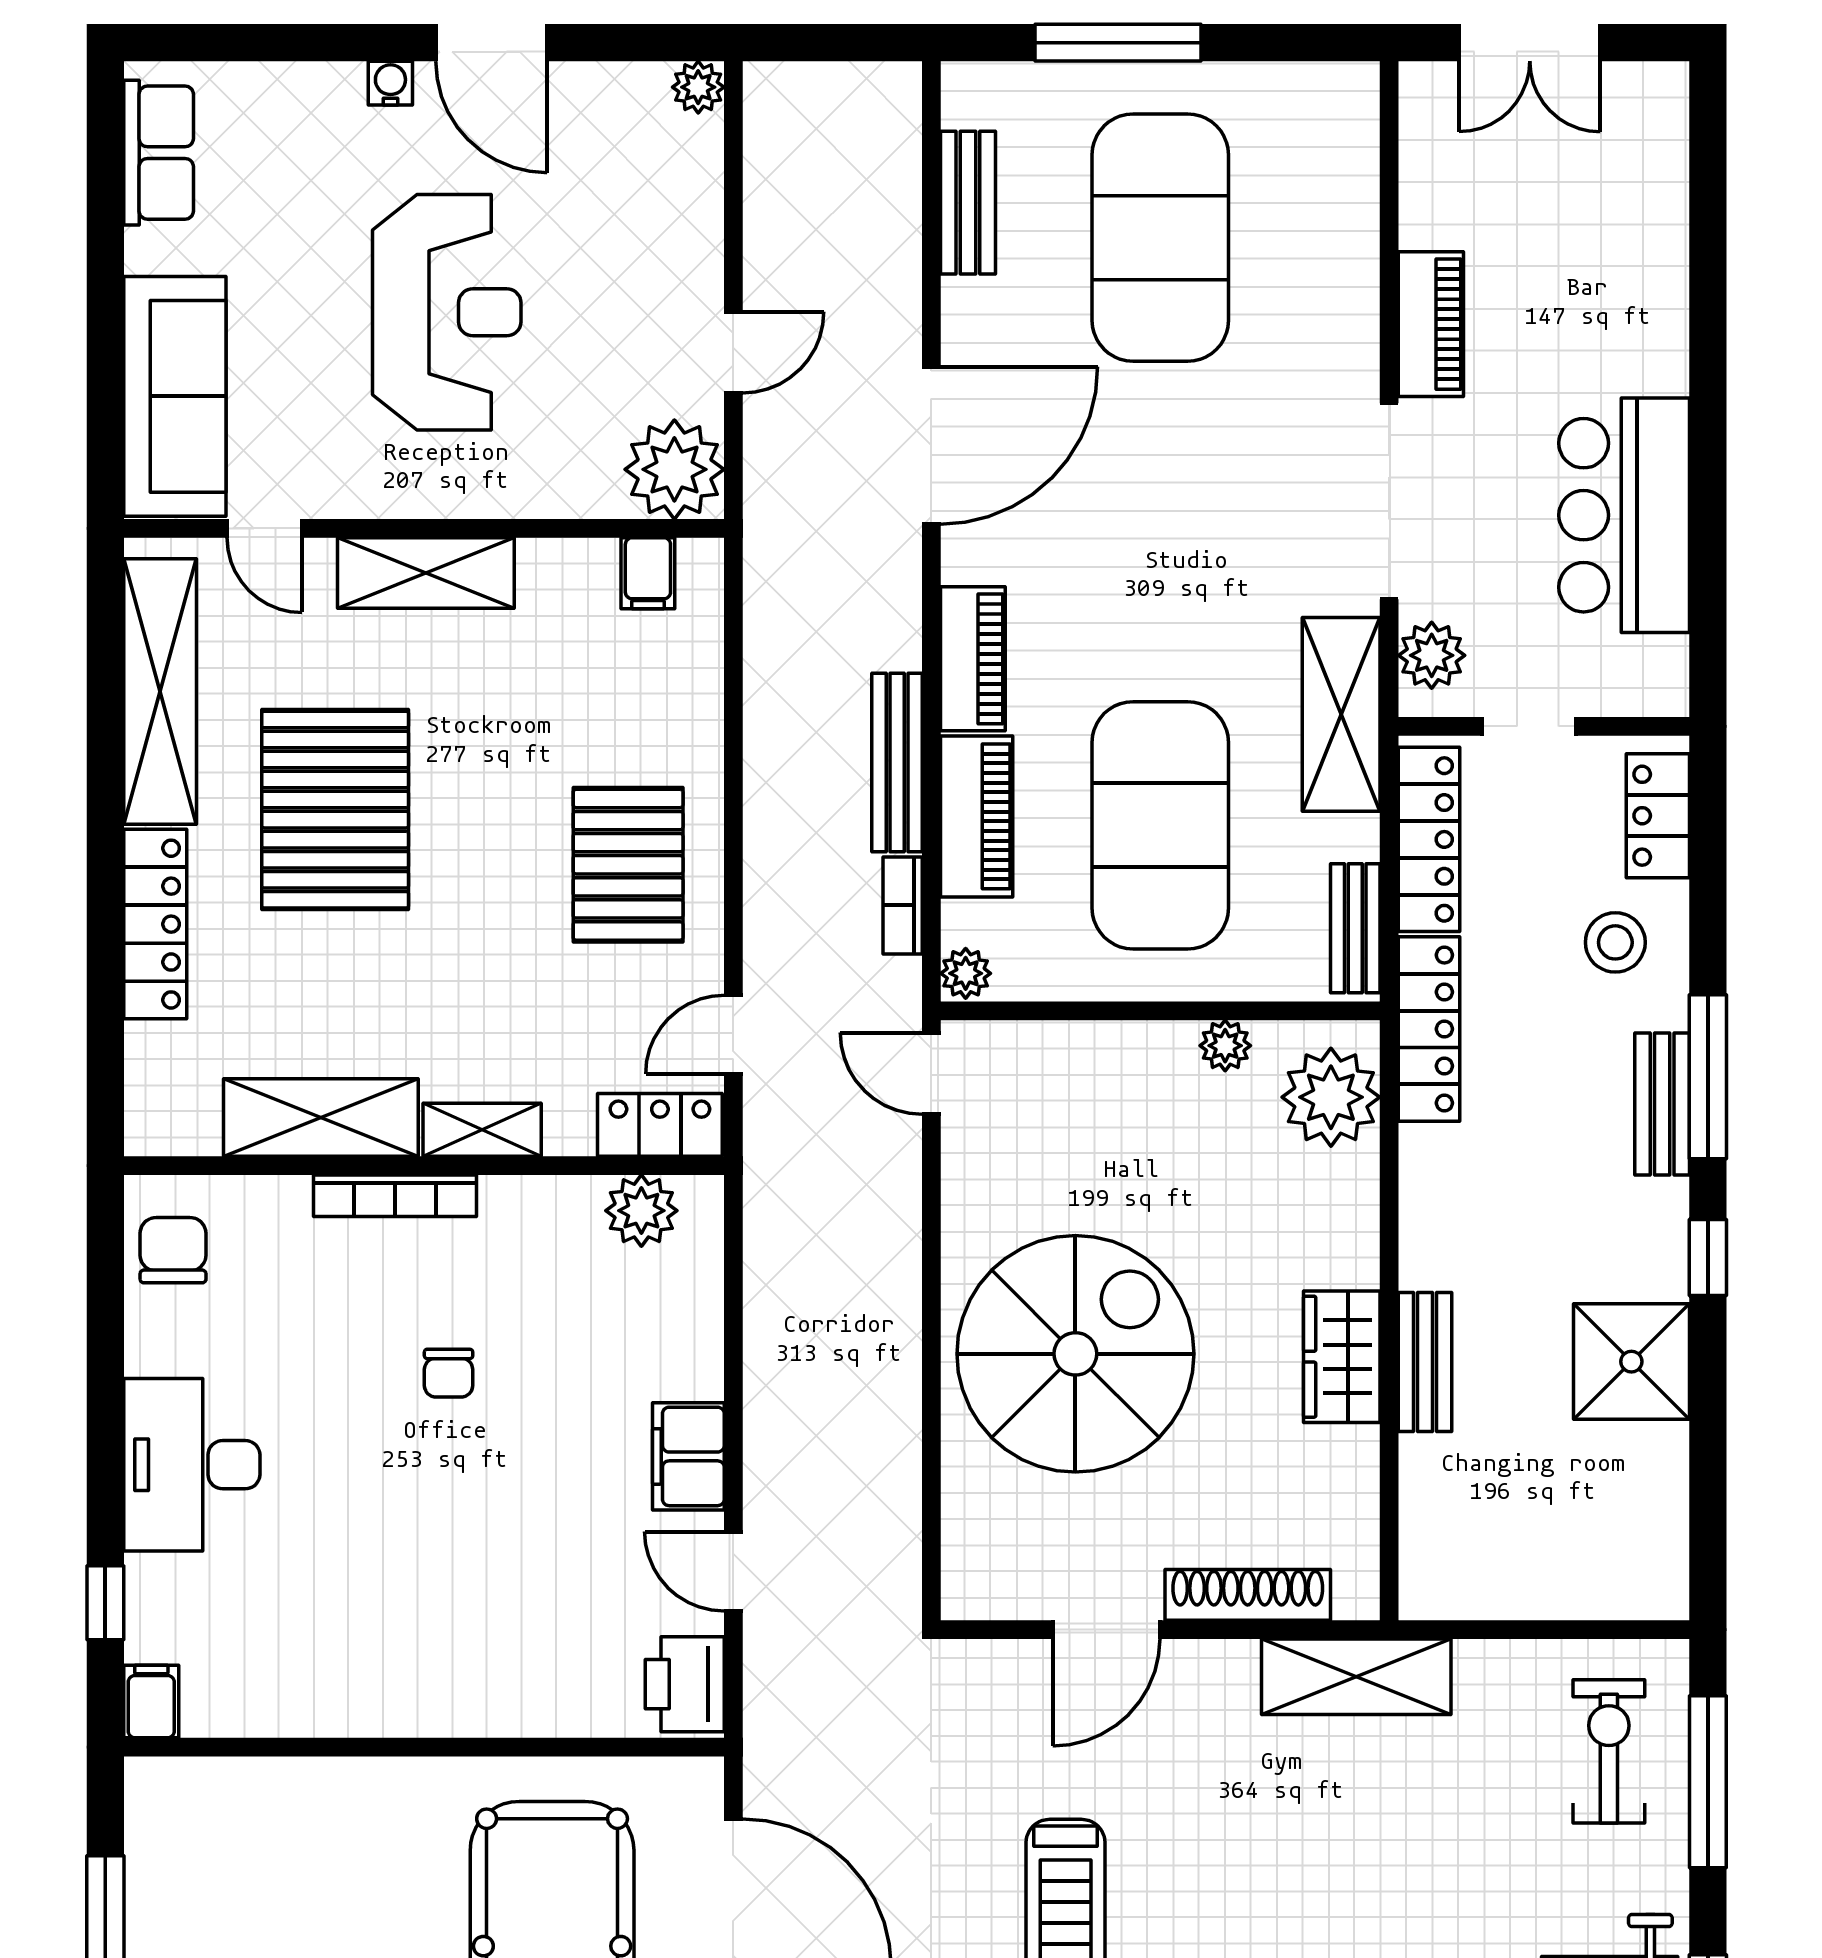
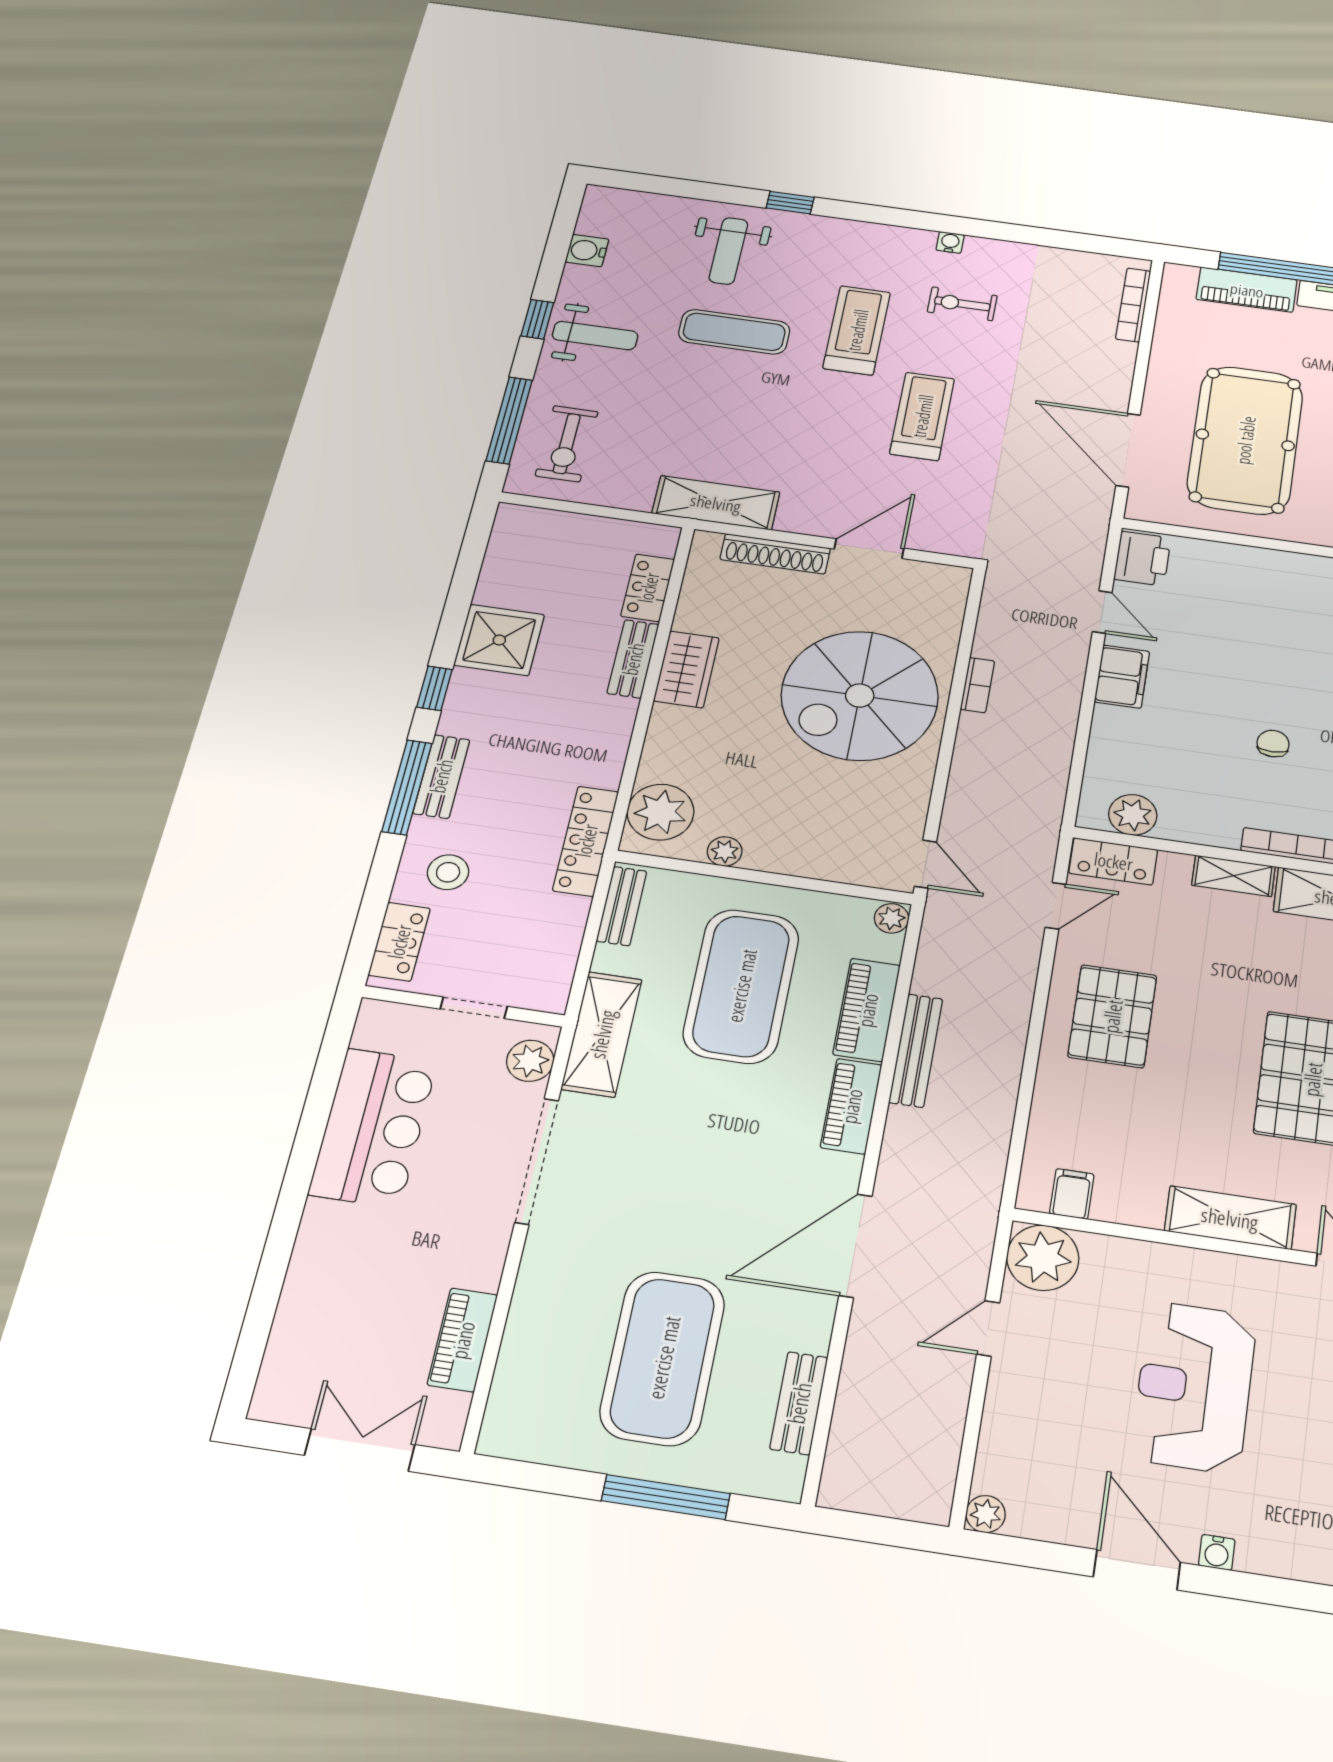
piano: (1431, 324) -> (462, 1340), moved
locker: (1429, 839) -> (648, 588), moved, width x0.66
bookcase: (903, 905) -> (978, 685), moved

